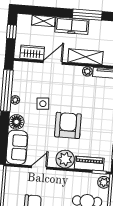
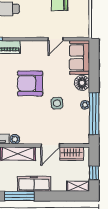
shelving: (43, 21) -> (78, 186), moved
armchair: (68, 125) -> (30, 83), turned 90
plant: (65, 159) -> (30, 49), removed

